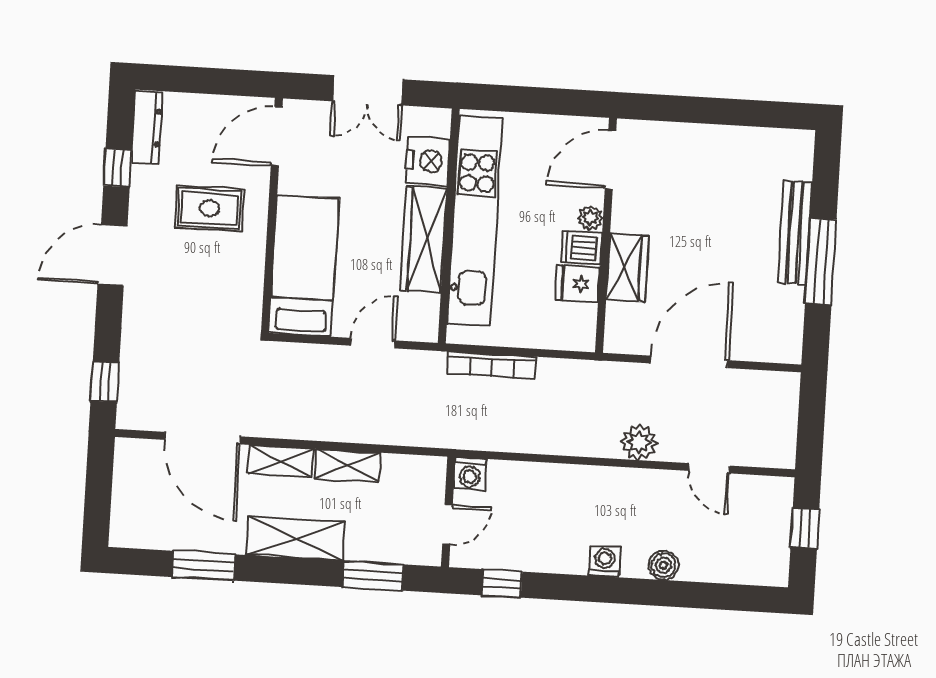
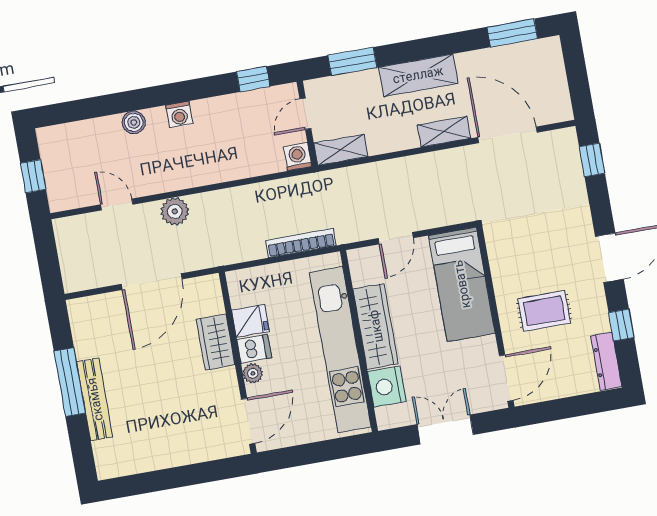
shelving: (347, 465) -> (341, 150), moved
window: (204, 566) -> (512, 33), moved

